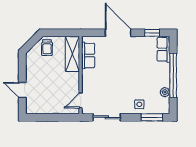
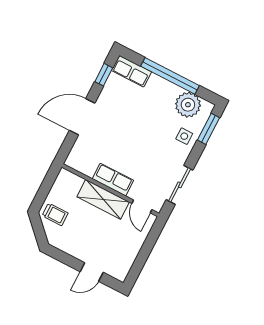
shelving: (72, 54) -> (103, 199), moved
row of seats: (88, 55) -> (113, 180), moved
plant: (165, 92) -> (188, 105), width x1.87, depth x1.87

